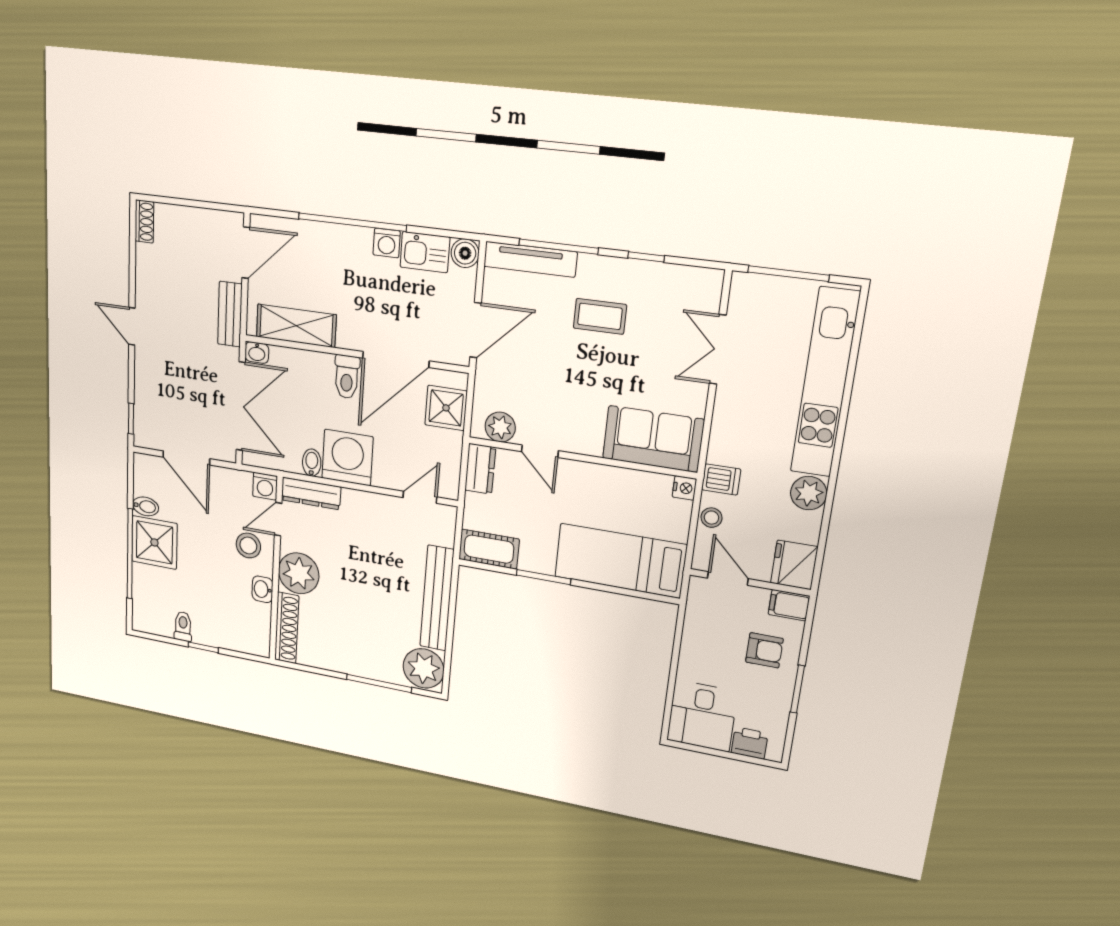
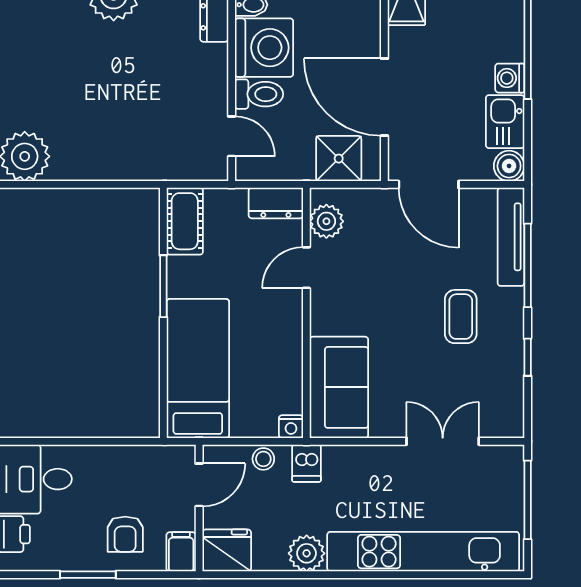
toilet: (347, 377) -> (259, 94), moved, turned 180
bench: (437, 598) -> (115, 166), removed

